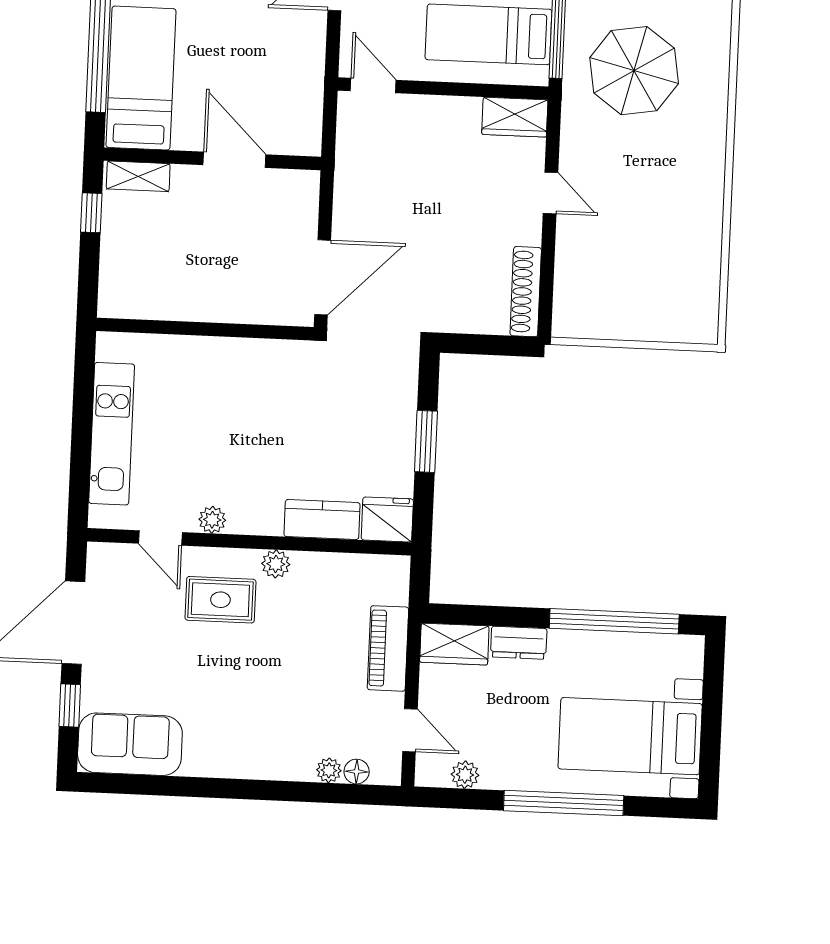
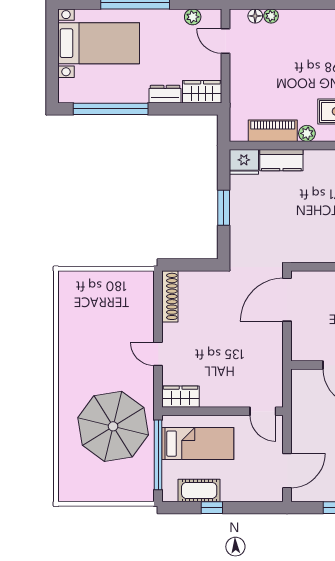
parasol: (634, 71) -> (113, 426), width x1.36, depth x1.36
piano: (388, 648) -> (273, 131), moved, turned -90

